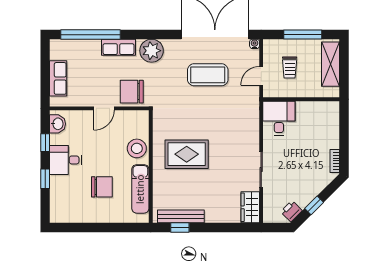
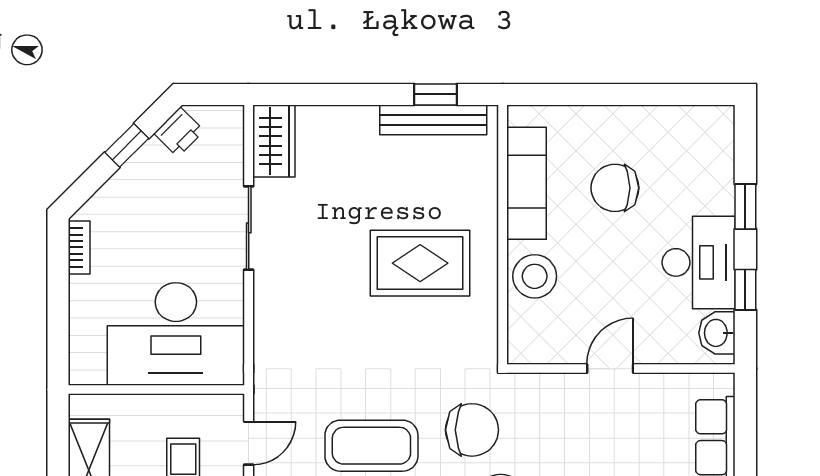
chair: (132, 92) -> (472, 430), moved
desk: (279, 118) -> (176, 334), width x1.87, depth x1.30
desk: (66, 160) -> (699, 262), width x1.37

